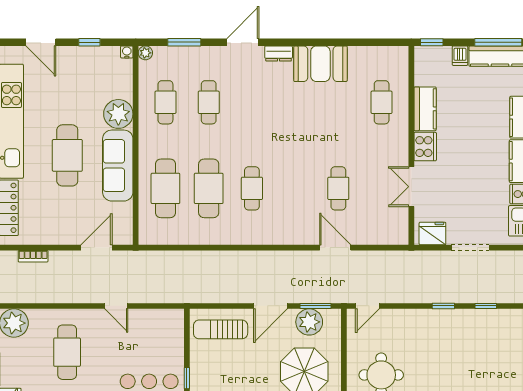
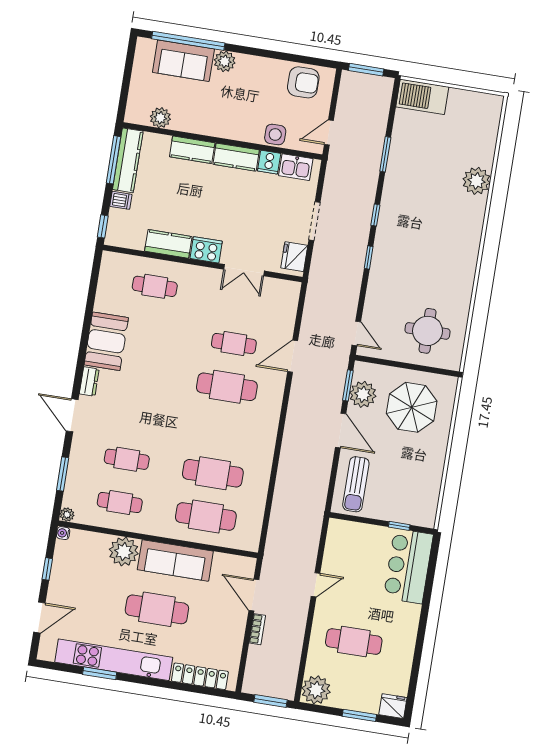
cafe table: (252, 188) -> (227, 387), moved, width x1.37, depth x1.35
bookcase: (33, 256) -> (257, 629), moved

